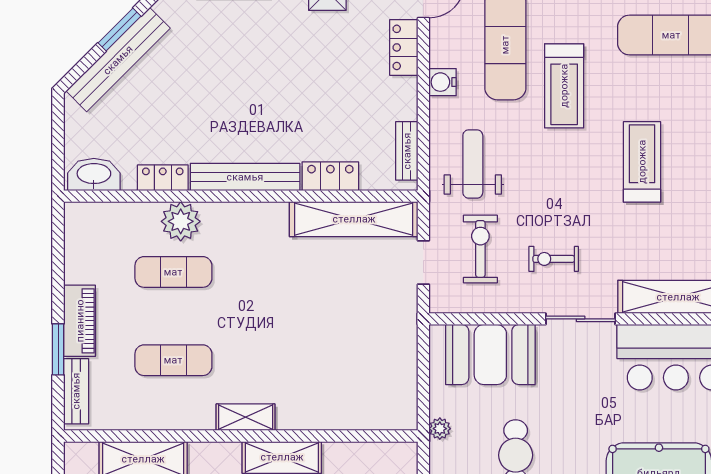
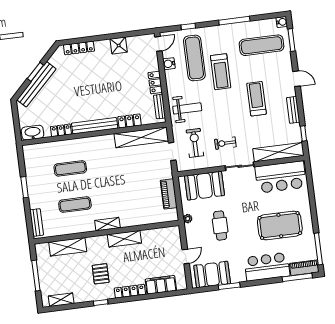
locker: (404, 47) -> (155, 82), moved
water cooler: (443, 82) -> (169, 64), moved
weight bench: (473, 164) -> (187, 108), turned 90
plant: (181, 221) -> (71, 147), removed
piano: (80, 321) -> (169, 194), moved, turned 180
window: (58, 349) -> (25, 187), moved

